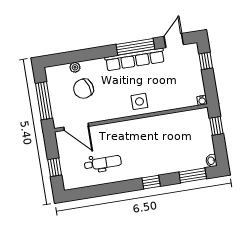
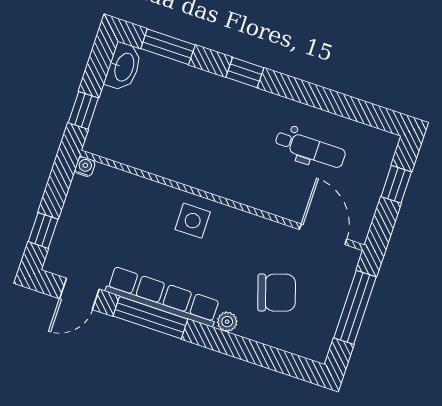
plant: (75, 67) -> (227, 322), moved
washbasin: (211, 161) -> (124, 67), width x1.91, depth x1.45
dental chair: (103, 163) -> (310, 149), turned 180

